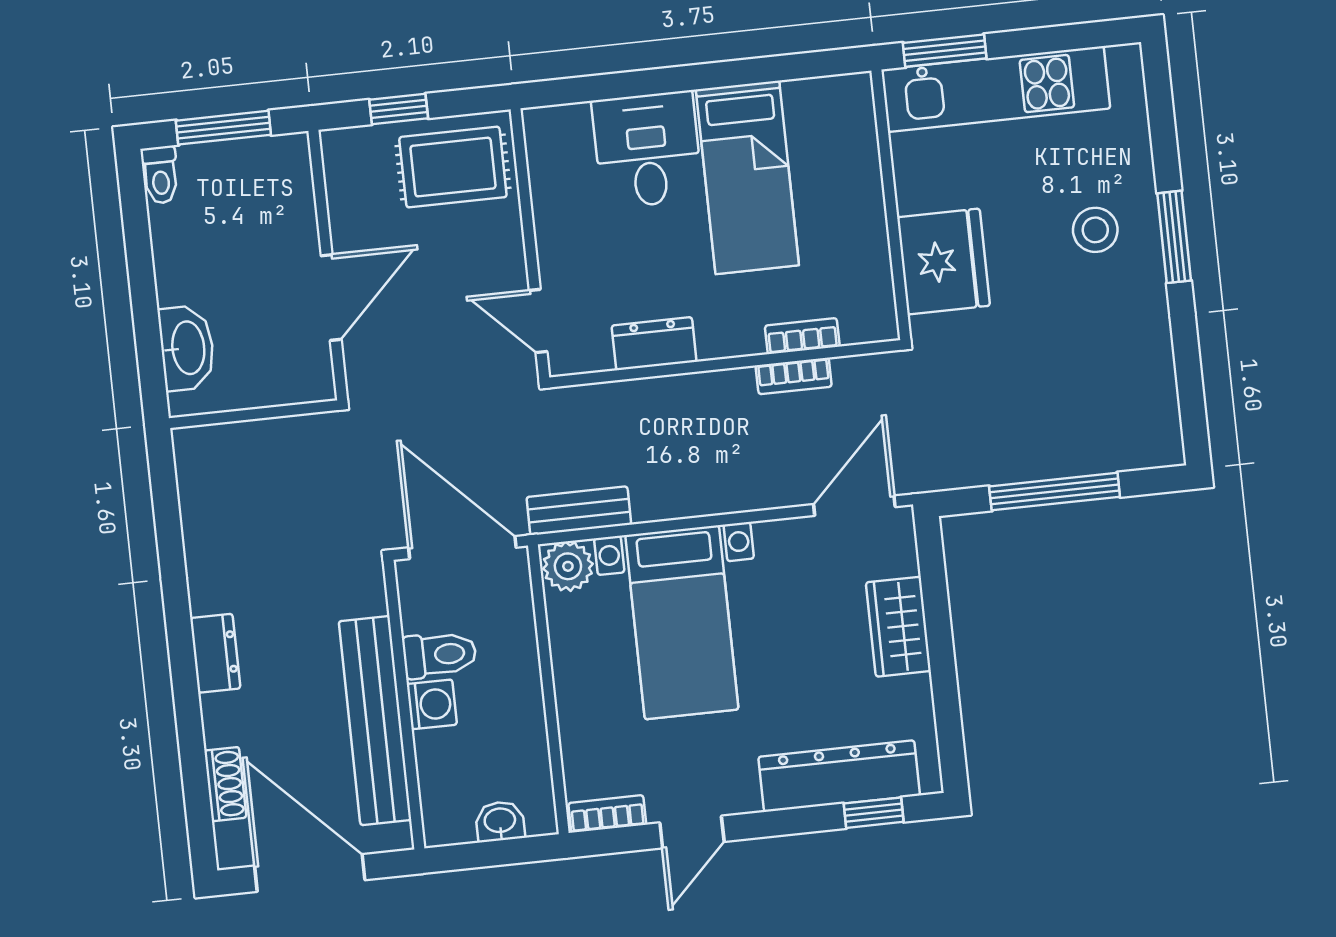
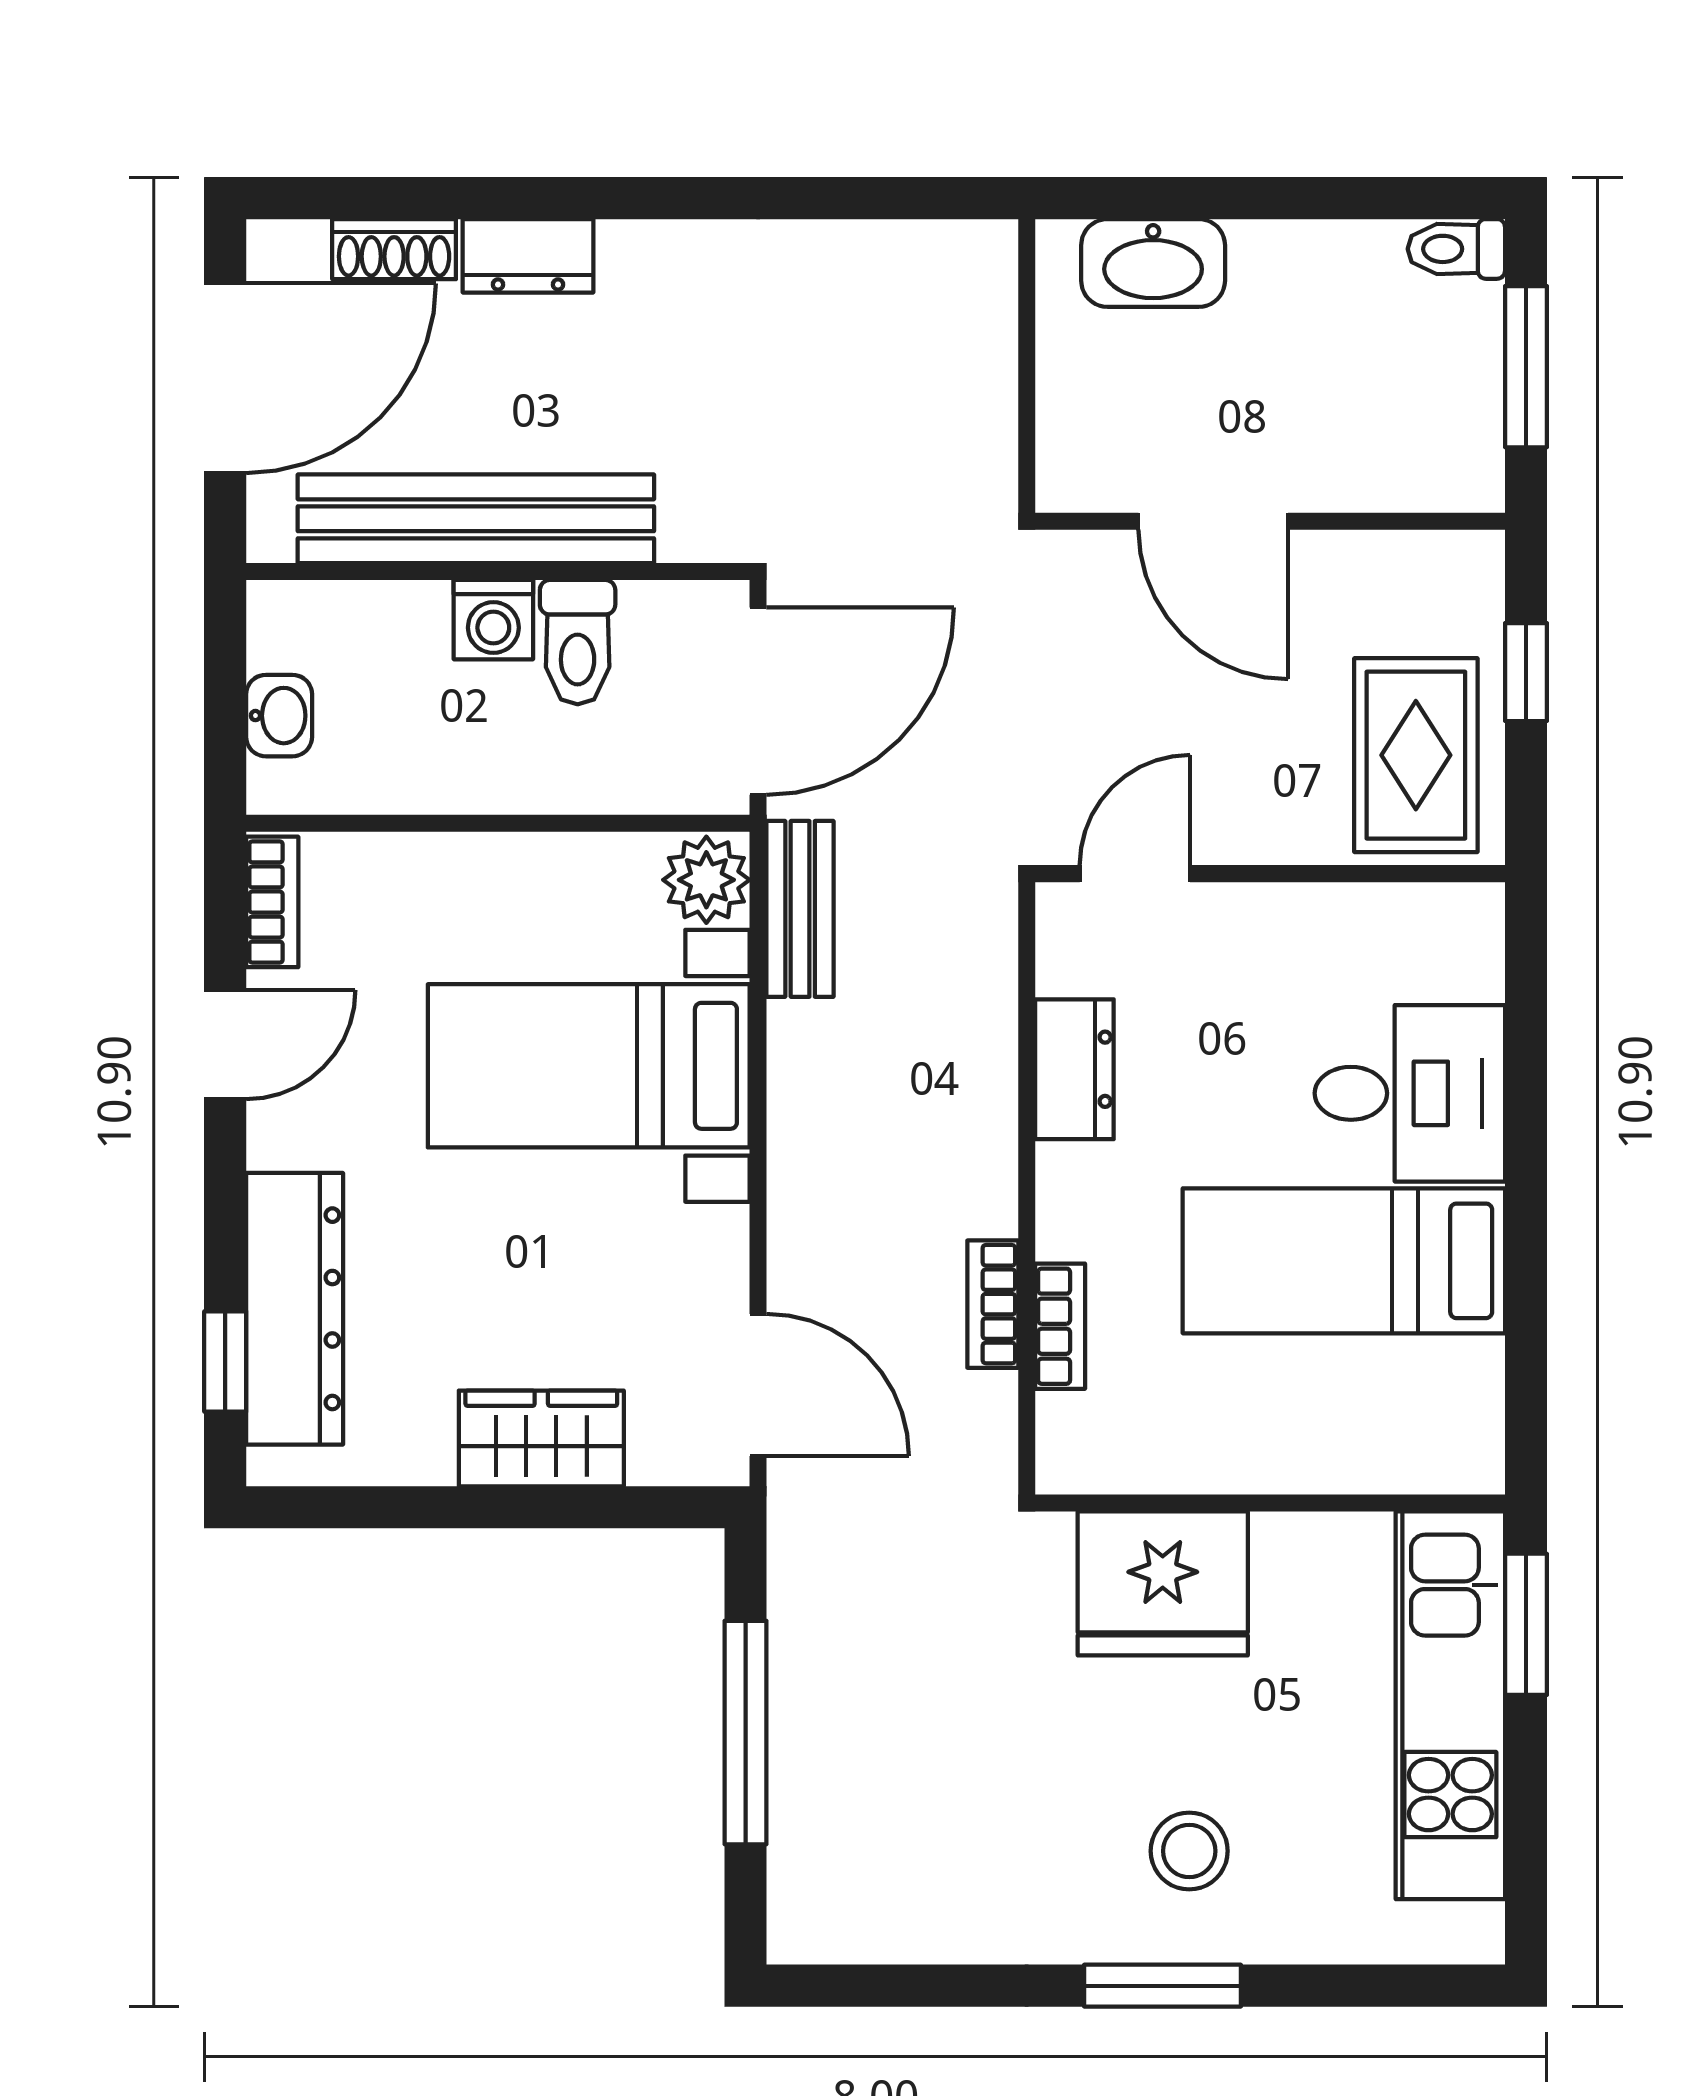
dresser: (215, 653) -> (528, 256), moved
door: (692, 832) -> (225, 1045), swing flipped

